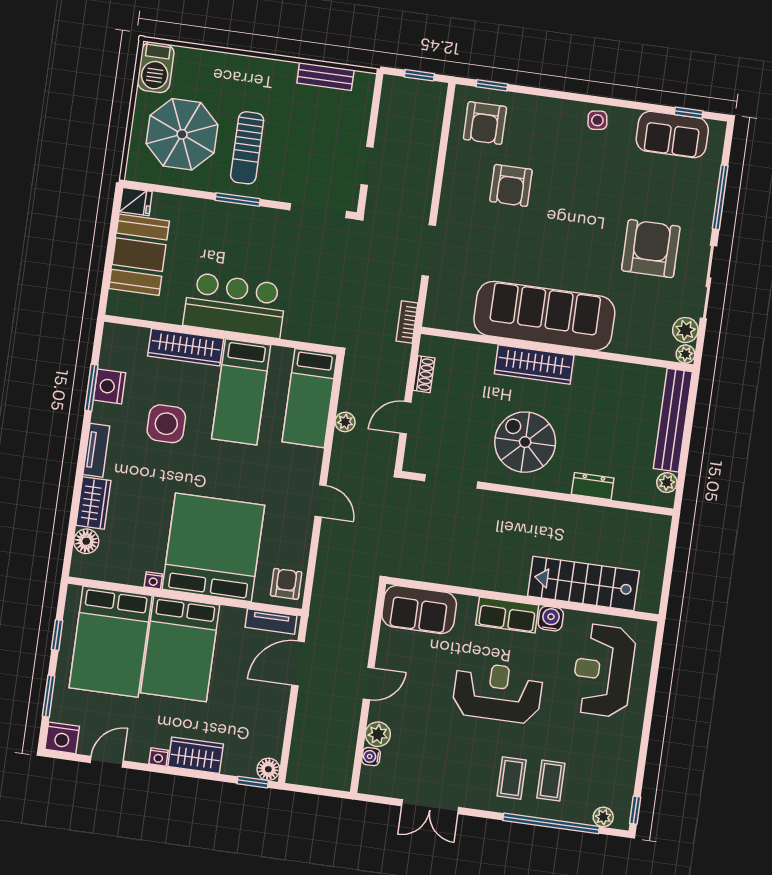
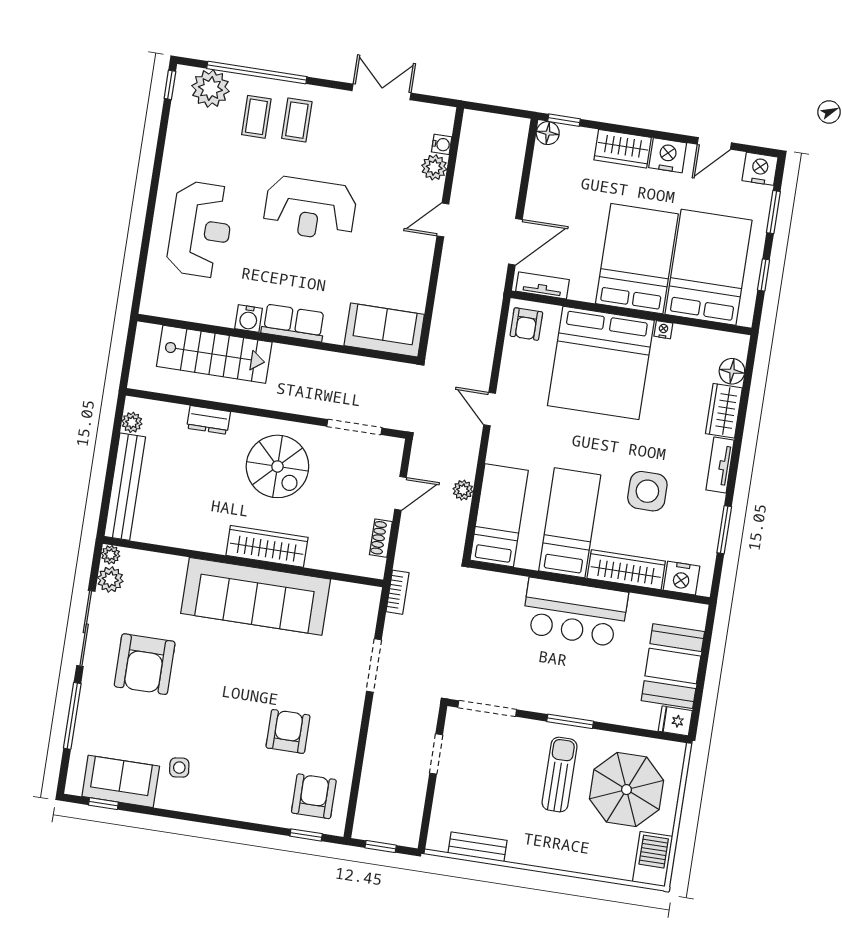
side table: (597, 120) -> (179, 768), moved
nightstand: (109, 386) -> (681, 578), moved, turned 90
stairs: (583, 583) -> (214, 354), moved
wall: (522, 599) -> (277, 339), moved
sofa: (419, 610) -> (384, 330), moved
row of seats: (507, 615) -> (293, 323), moved
water cooler: (551, 619) -> (249, 319), moved
nightstand: (158, 757) -> (668, 155), width x1.89, depth x1.79
plant: (603, 817) -> (210, 88), width x1.87, depth x1.87

